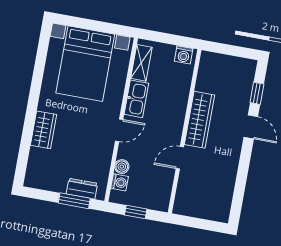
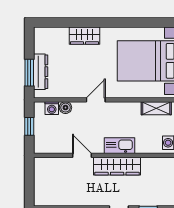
kitchen sink: (136, 99) -> (120, 146), moved, turned 180
door: (119, 130) -> (96, 100), swing flipped
dresser: (82, 189) -> (41, 72), width x1.44

